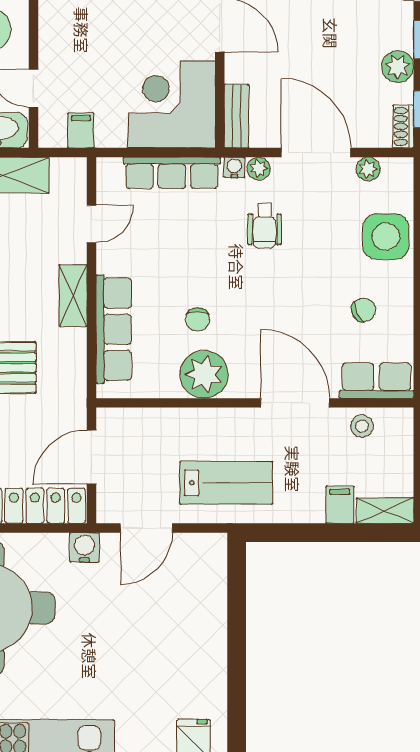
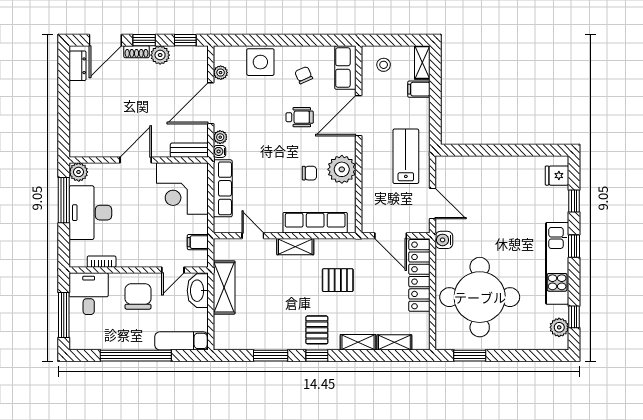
shoe rack: (403, 126) -> (137, 52), moved
wheelchair: (264, 226) -> (300, 117), moved
stool: (362, 426) -> (384, 65), moved

